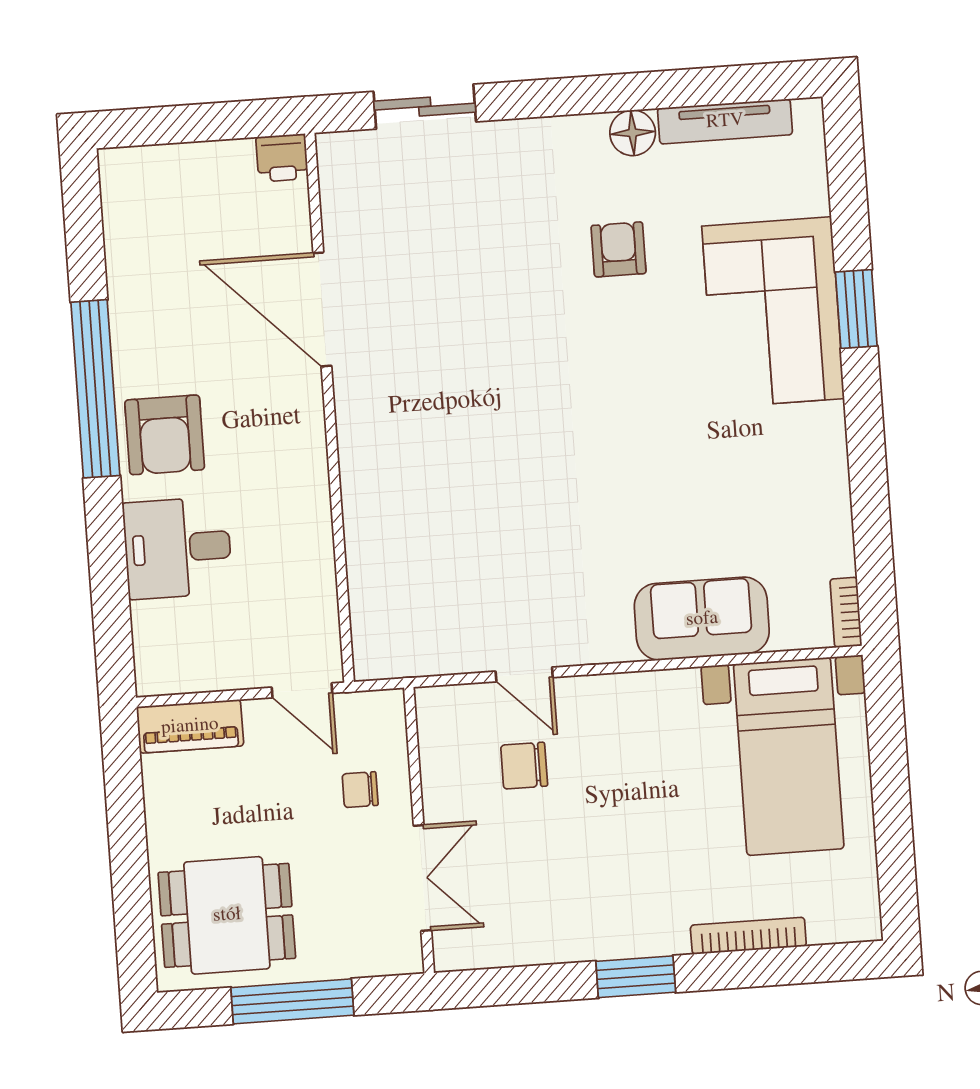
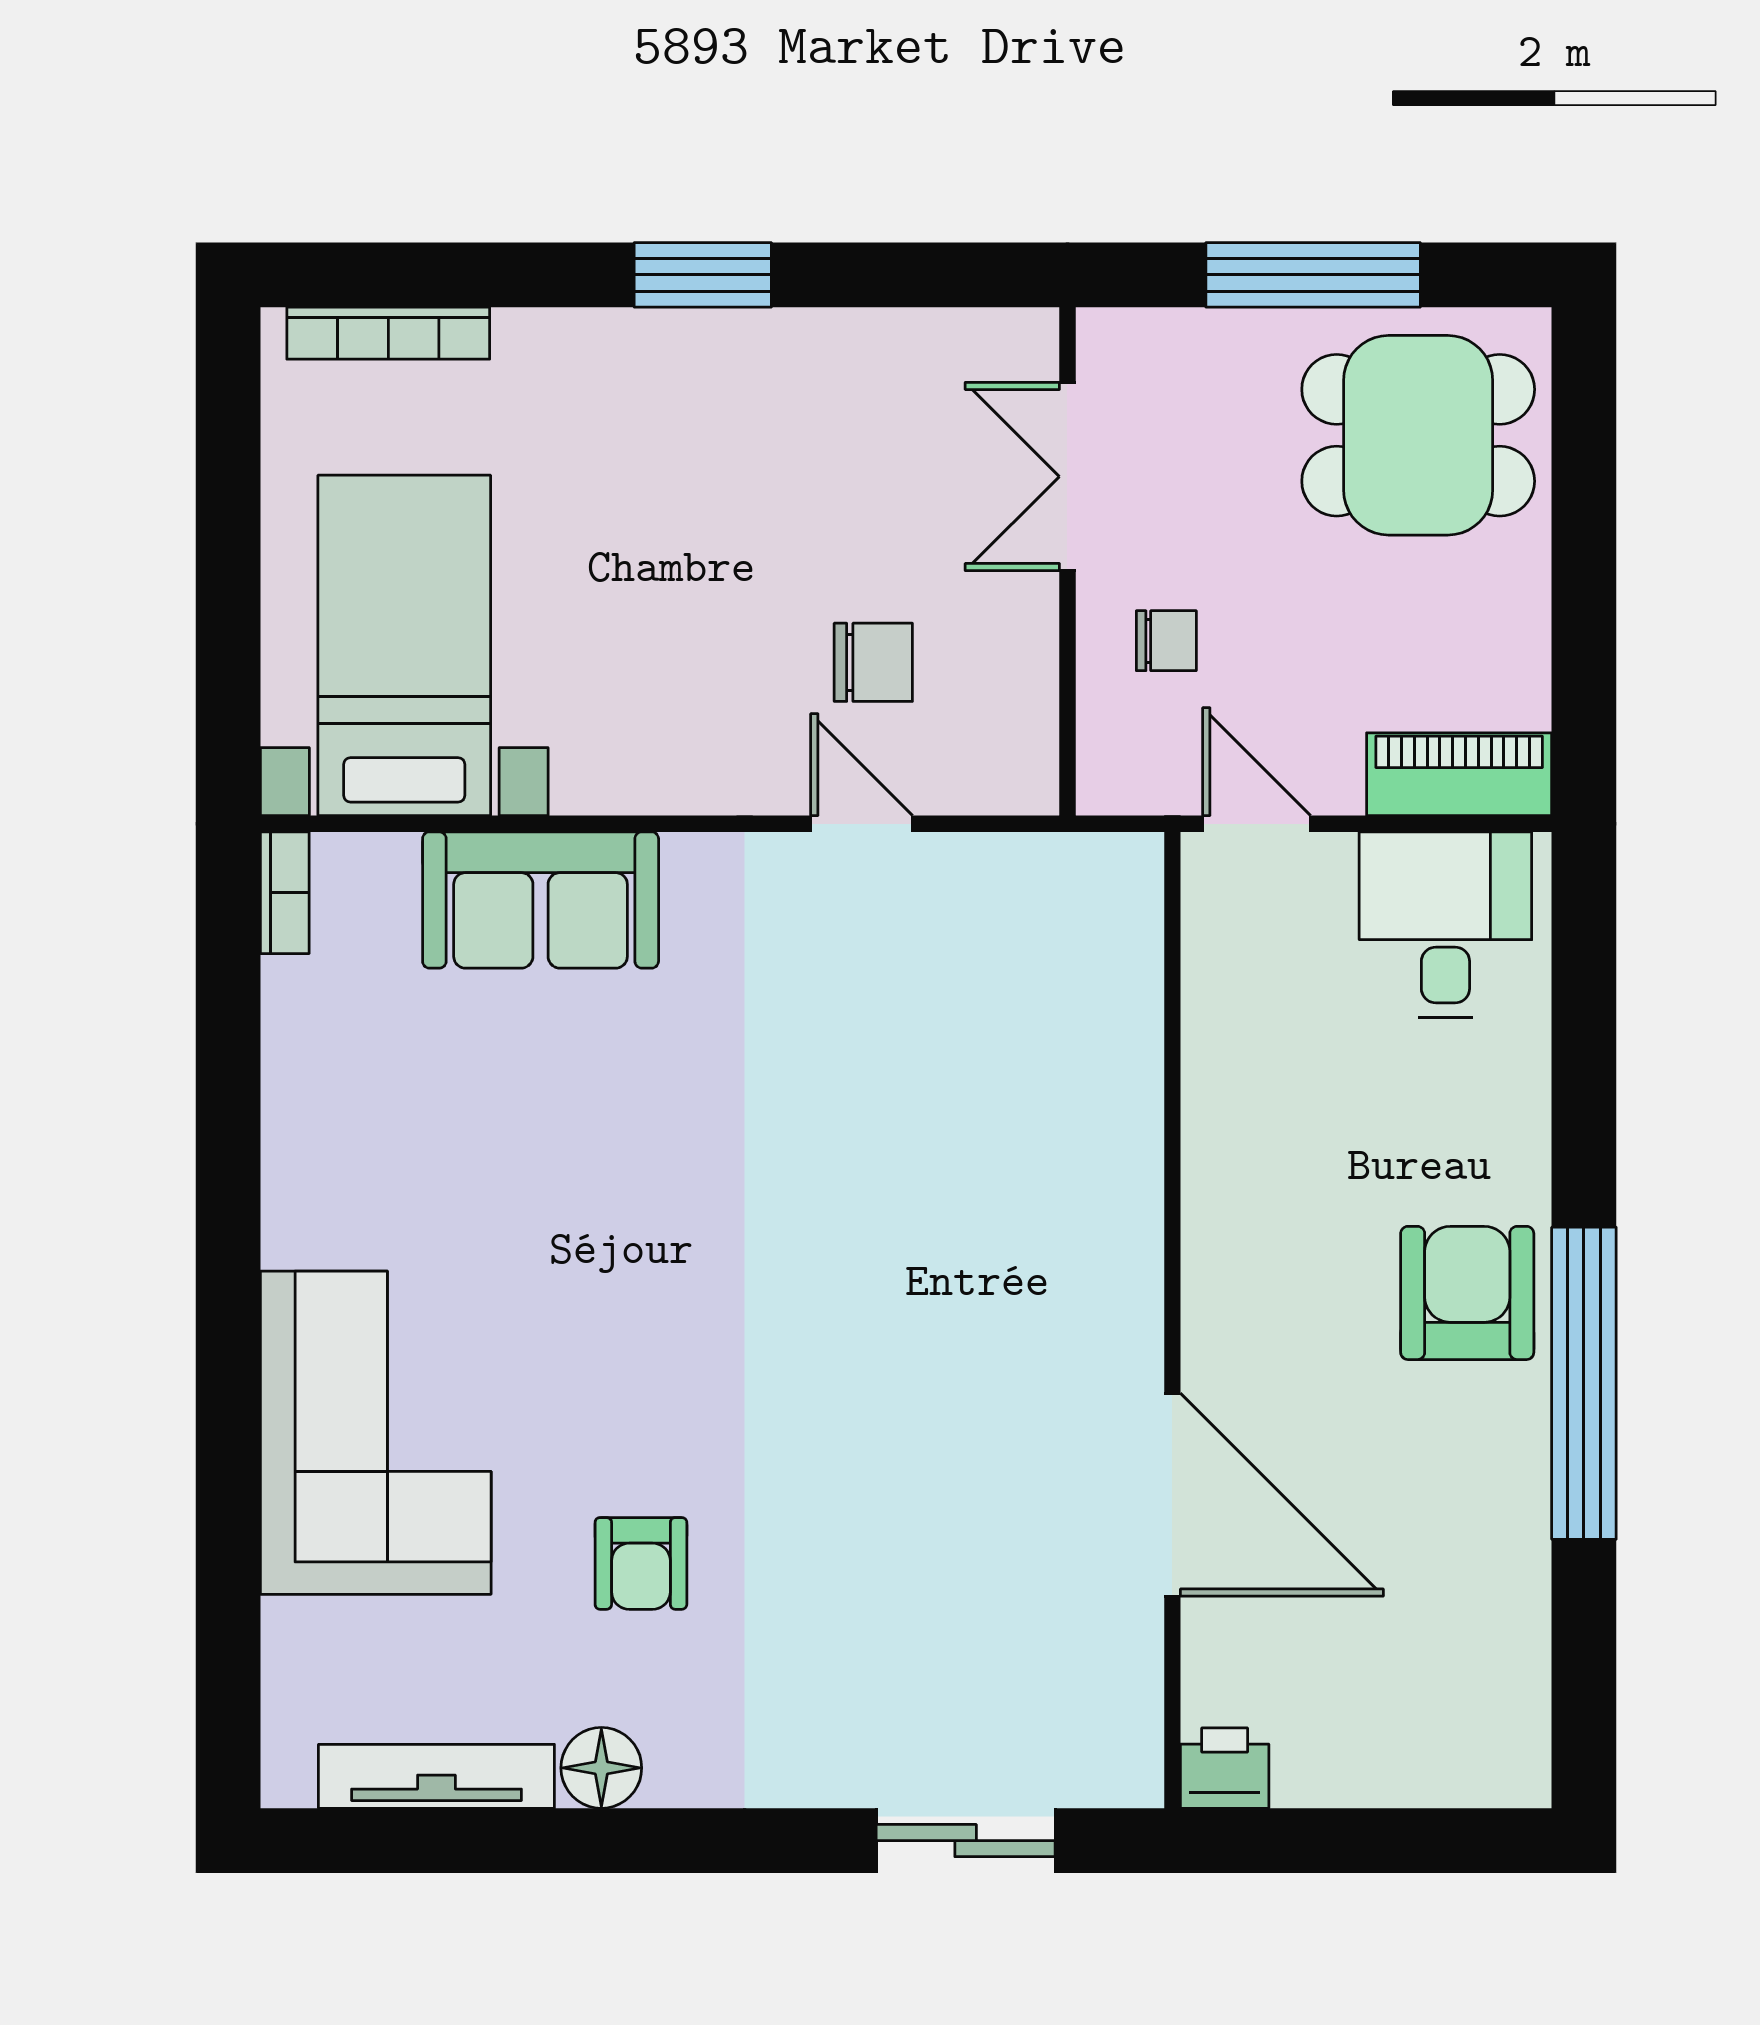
window: (856, 309) -> (228, 1428), removed
desk: (178, 548) -> (1445, 925), moved, turned -90
bookcase: (748, 936) -> (388, 333), moved

